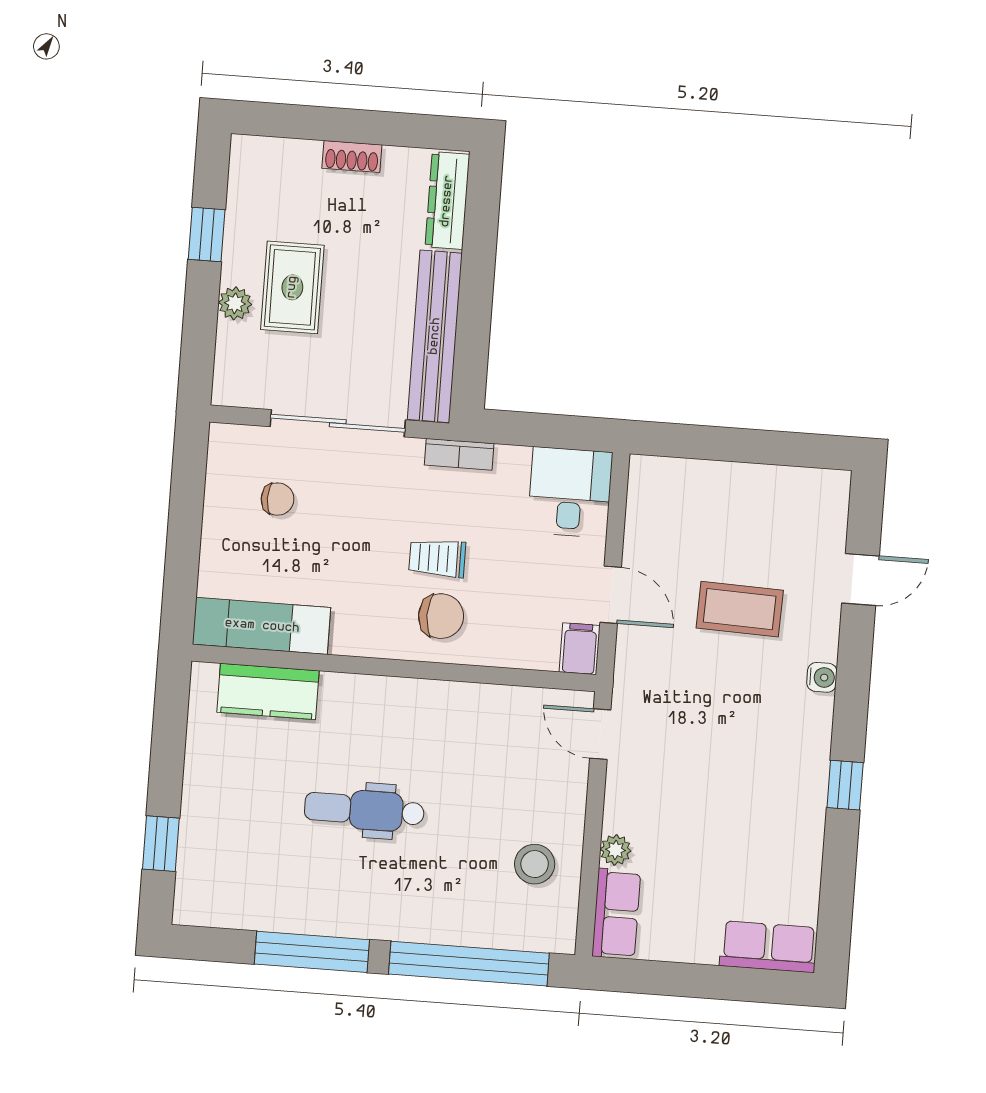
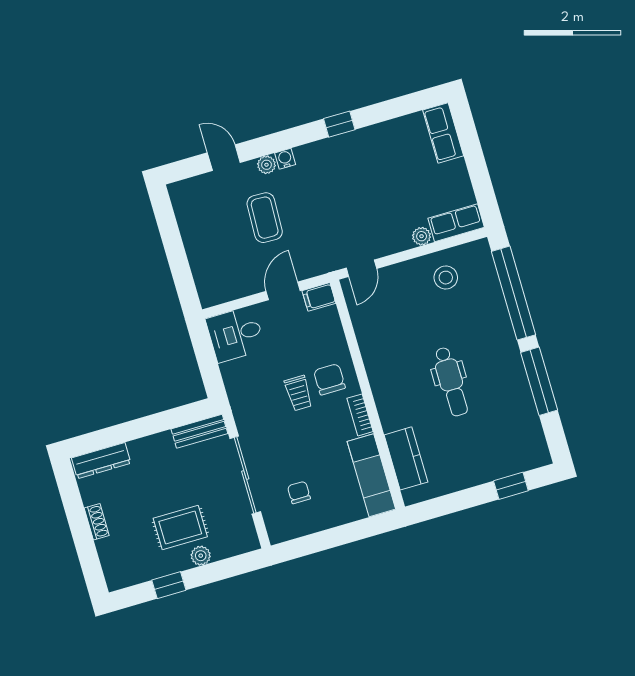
bench: (435, 336) -> (199, 431), width x0.54, depth x0.82
bookcase: (459, 454) -> (360, 415), moved, turned 180
plant: (823, 644) -> (267, 165), added

